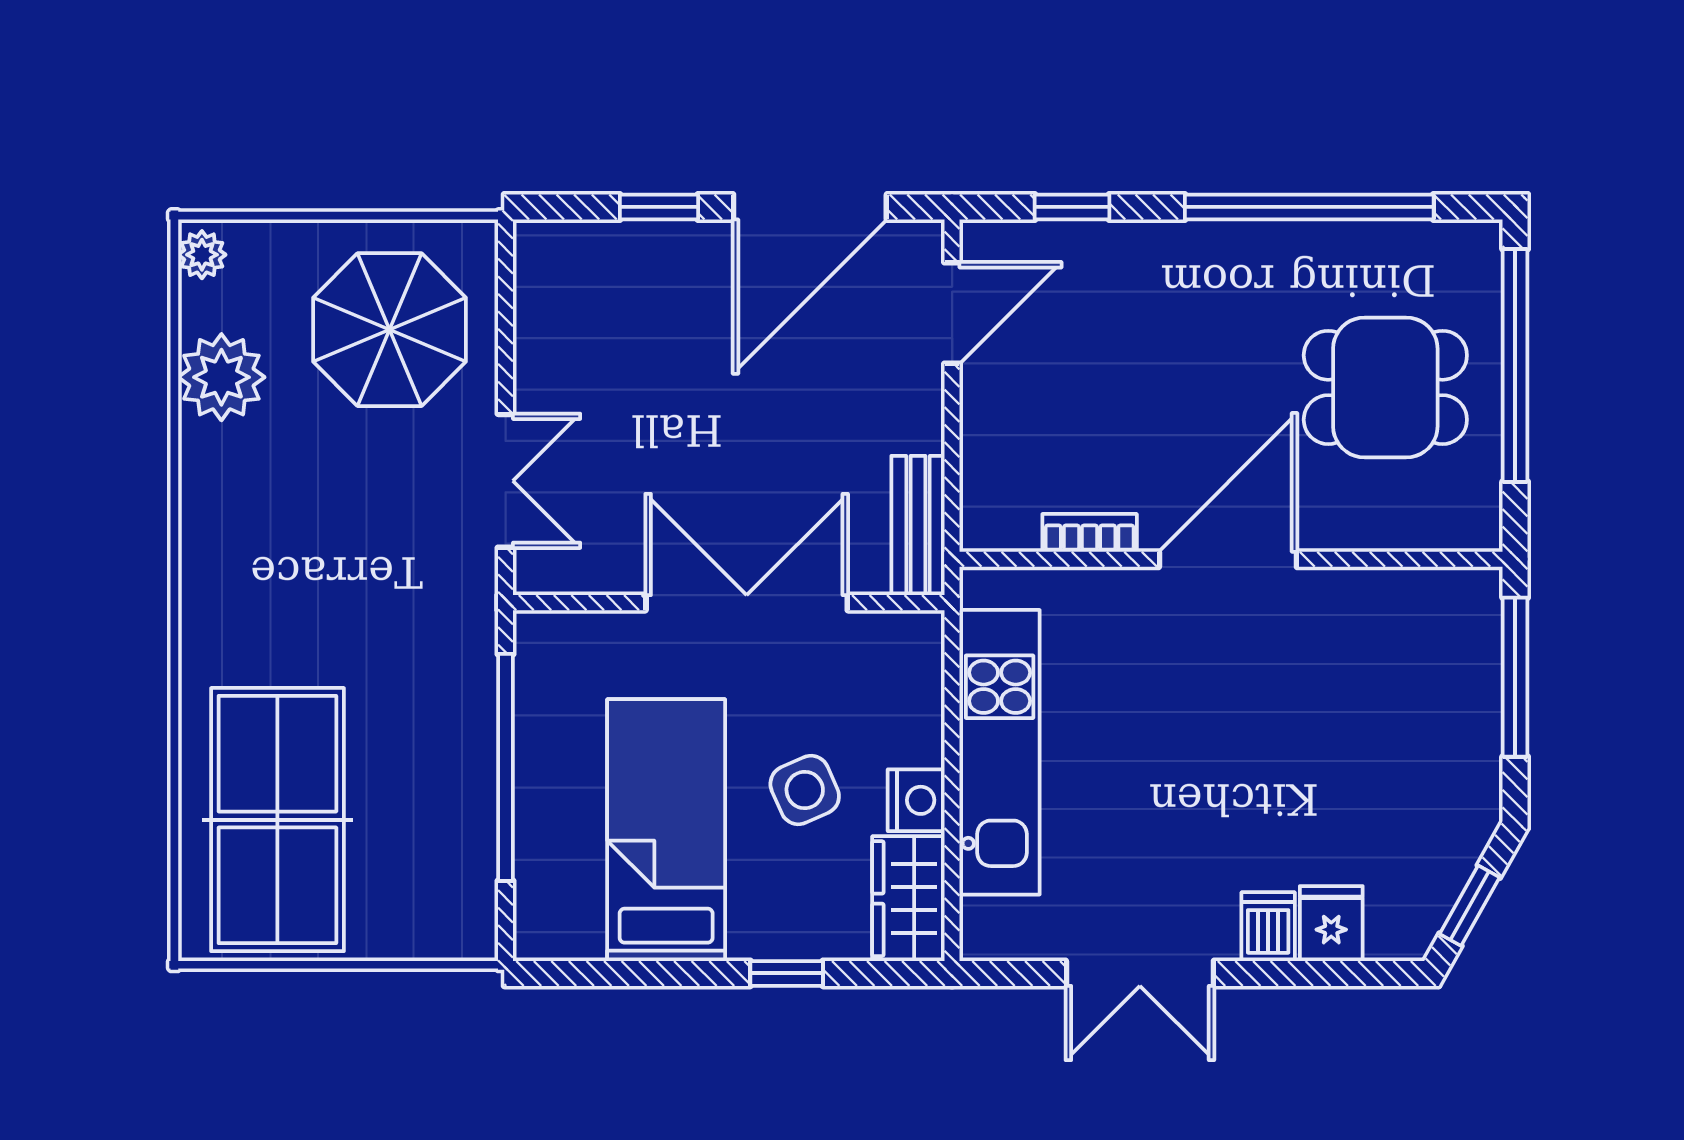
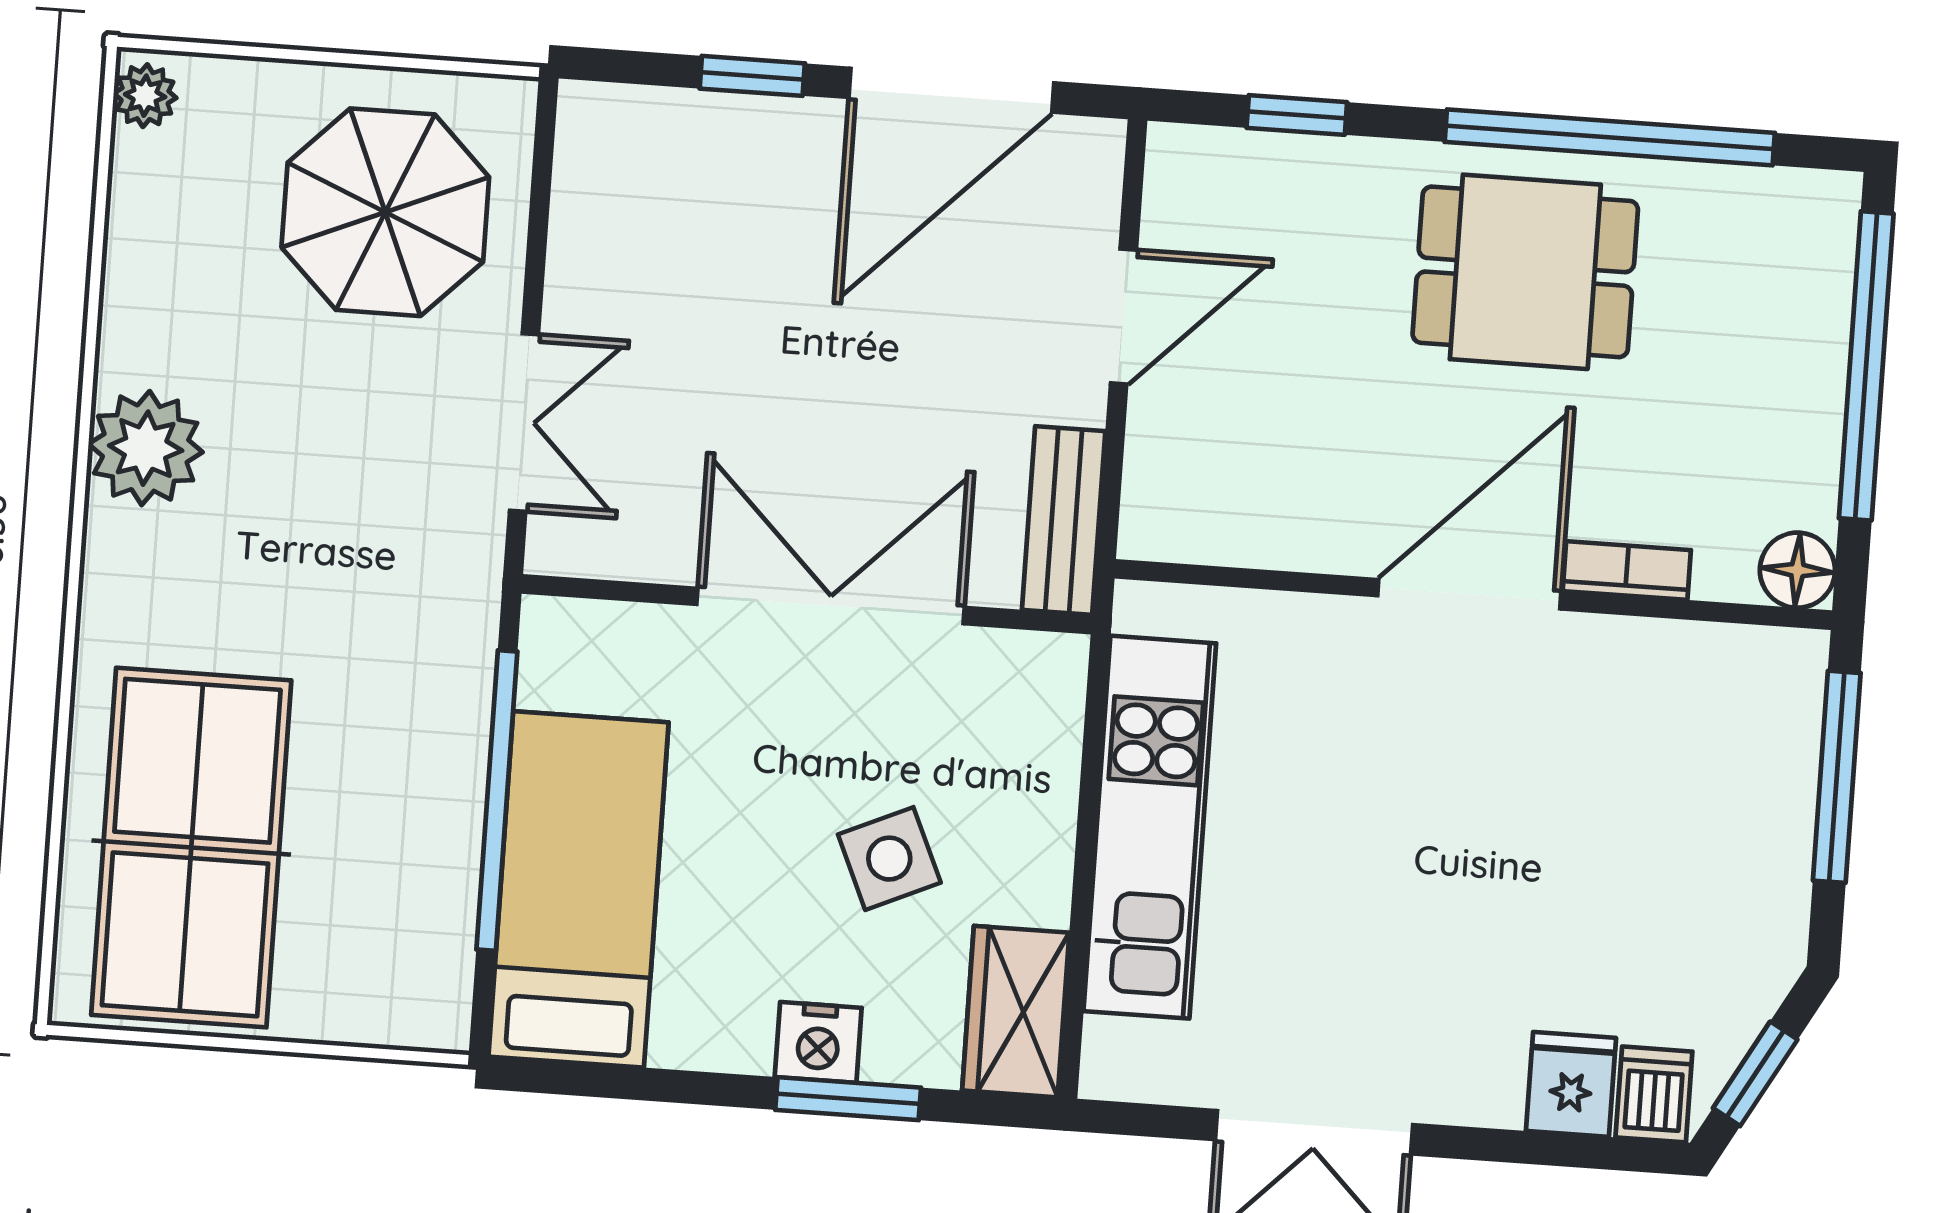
door: (952, 313) -> (1123, 316), moved
plant: (221, 377) -> (146, 448), moved
dining table: (1385, 387) -> (1525, 272), moved
floor lamp: (1474, 523) -> (1797, 570), added
bookcase: (1090, 533) -> (1627, 571), moved
nightstand: (916, 800) -> (818, 1042), moved, turned 90
bed: (666, 830) -> (578, 889), moved
dishwasher: (1268, 927) -> (1654, 1094), moved
window: (787, 973) -> (848, 1099), width x1.50

